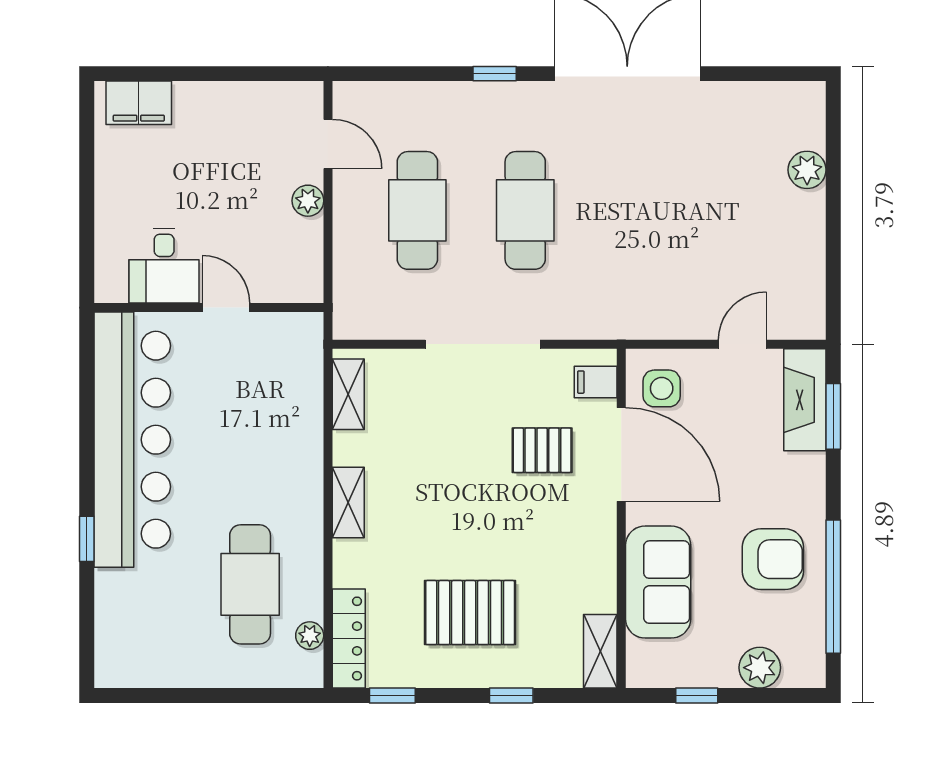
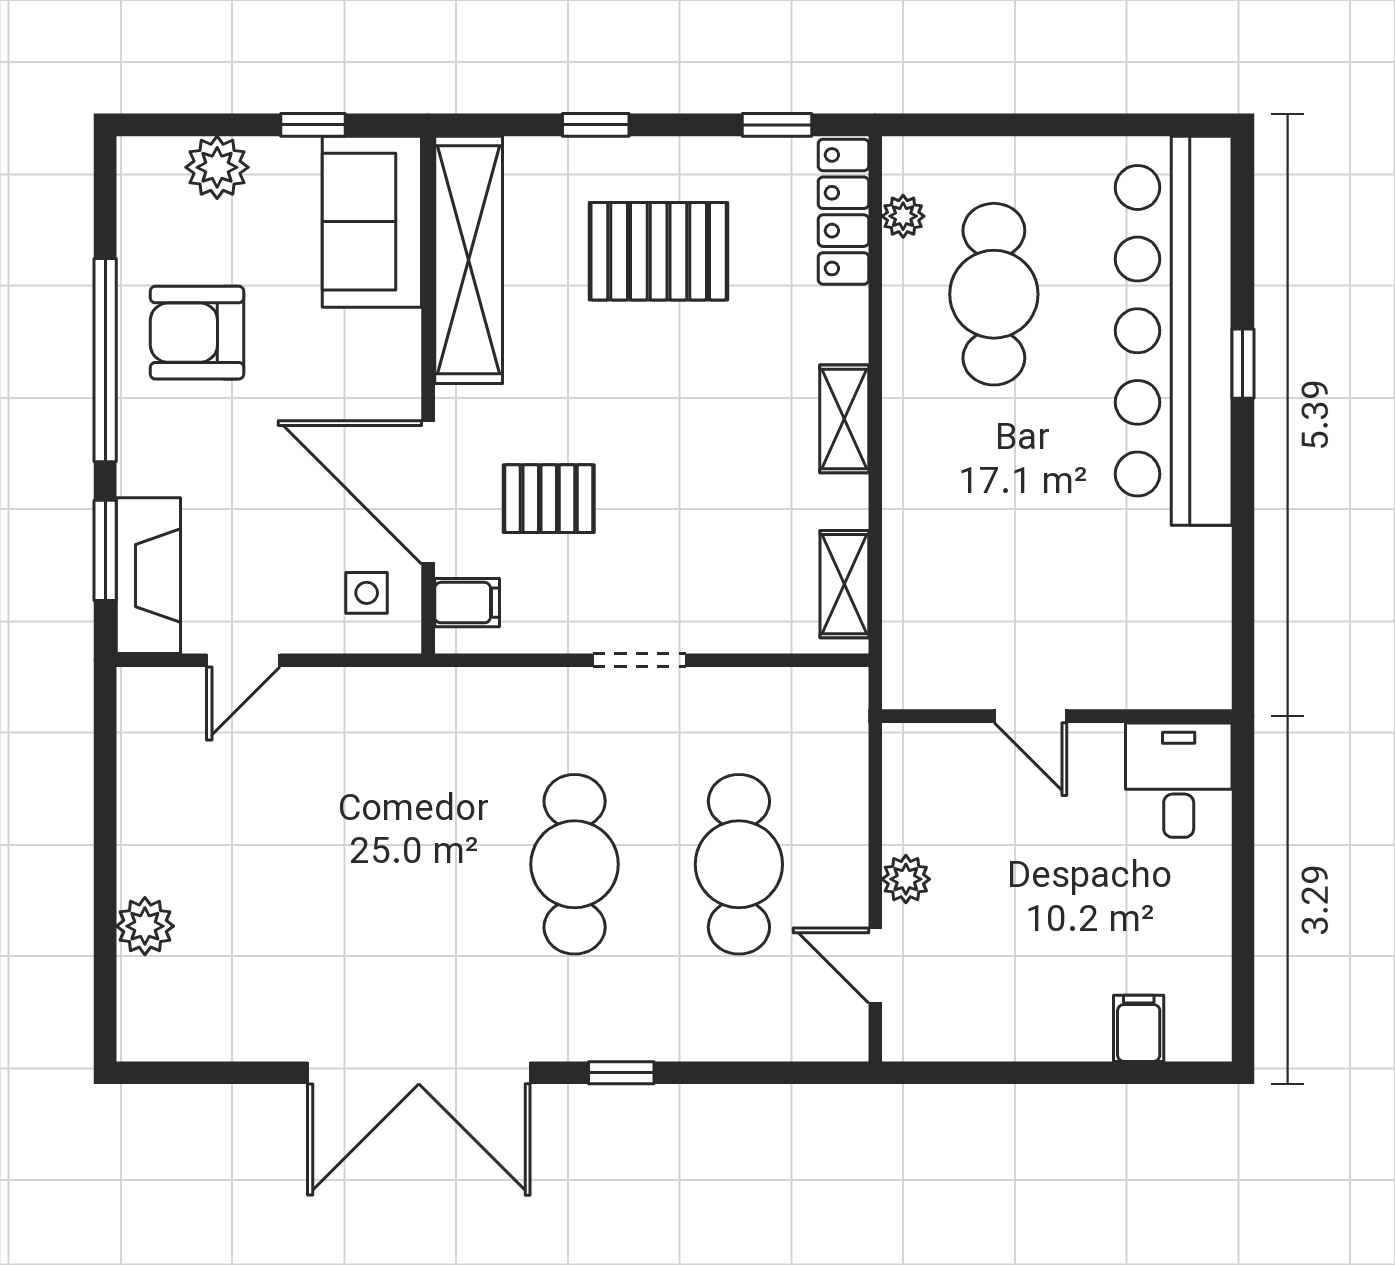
filing cabinet: (139, 103) -> (1139, 1028), width x0.50
desk: (164, 266) -> (1179, 780), moved
doorway: (483, 344) -> (640, 660), width x0.53
side table: (662, 388) -> (367, 593), width x0.73, depth x0.73
bar counter: (132, 440) -> (1174, 331), moved
sofa: (658, 582) -> (372, 222), moved
window: (833, 587) -> (105, 360), moved
shelving: (600, 651) -> (469, 260), width x2.20, depth x1.33

